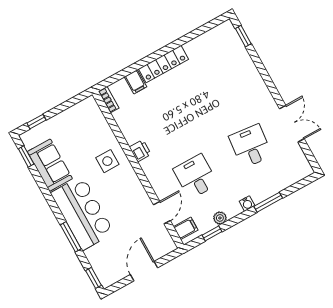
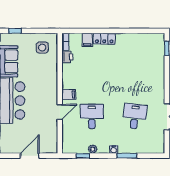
locker: (164, 64) -> (104, 39), width x0.66
printer: (140, 151) -> (67, 57), moved
side table: (107, 161) -> (42, 48), moved
door: (162, 213) -> (60, 112), moved
filing cabinet: (186, 228) -> (69, 94), moved

